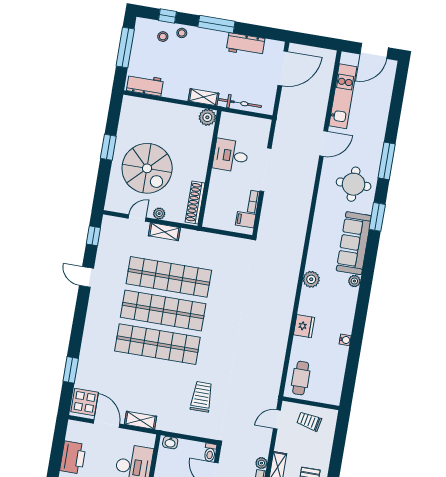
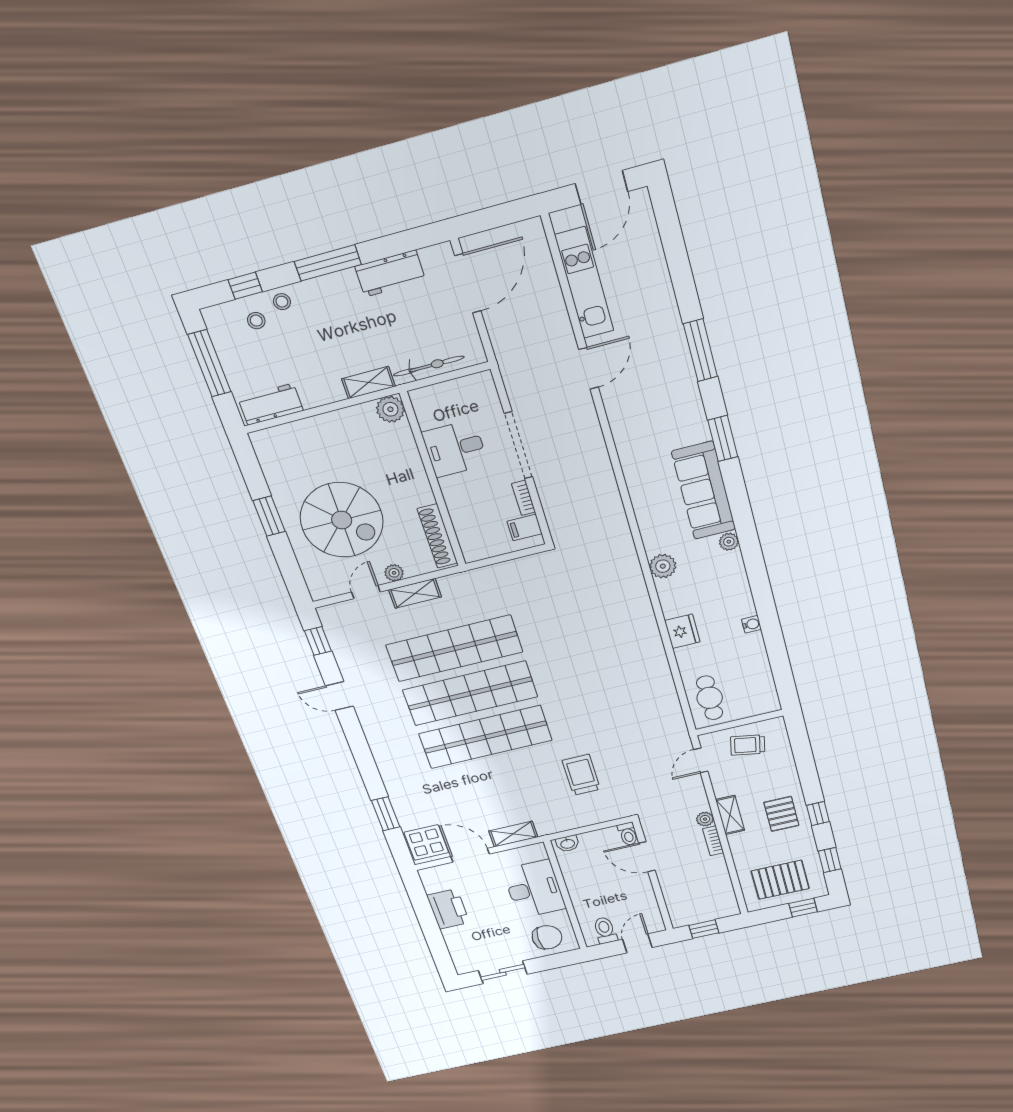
round table: (354, 184) -> (664, 407), removed

